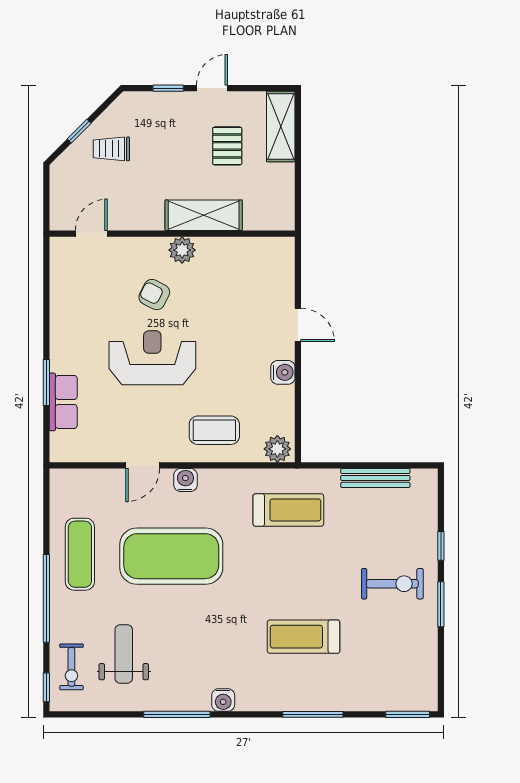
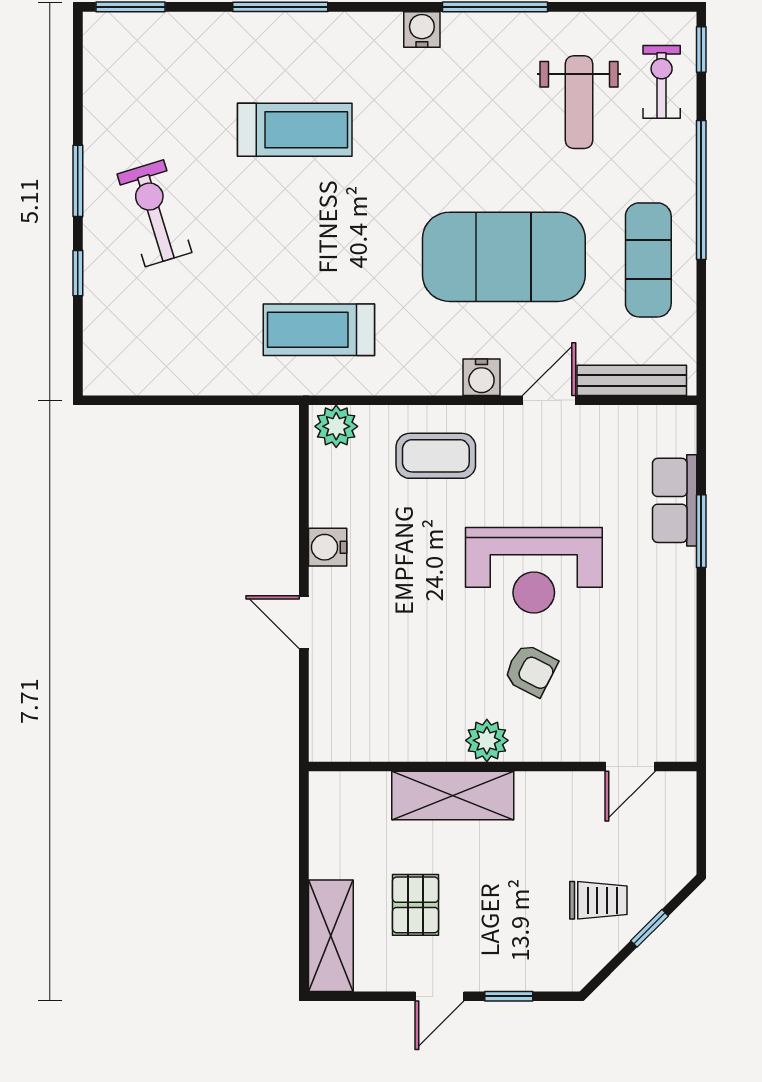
bench: (375, 478) -> (632, 380), moved
exercise bike: (392, 584) -> (154, 213), turned 73

